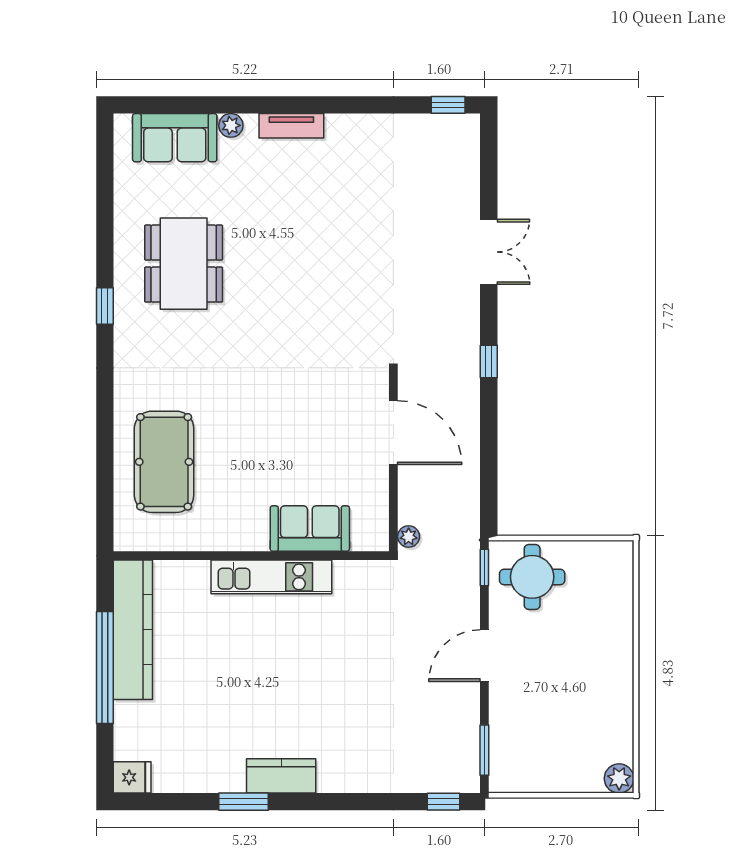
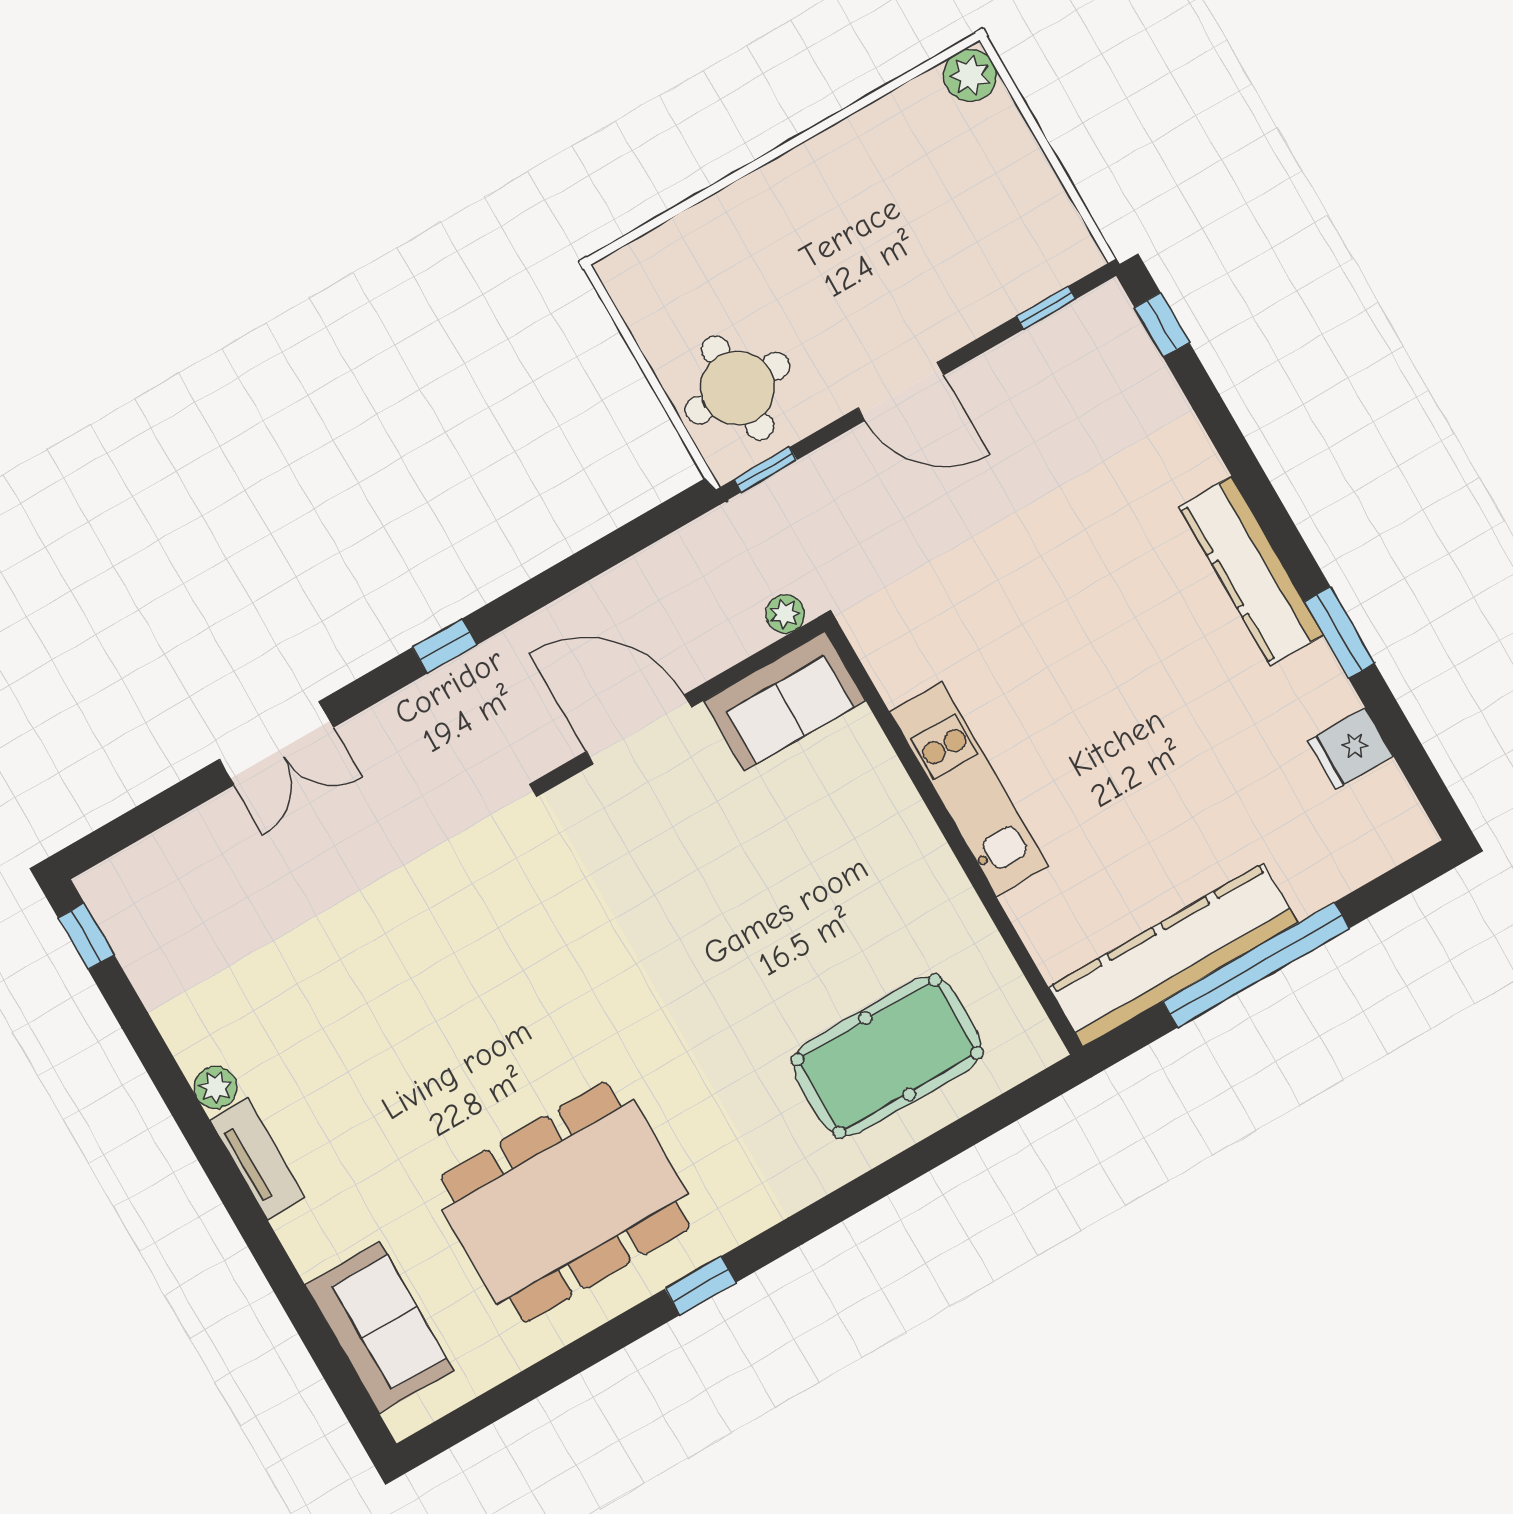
plant: (231, 125) -> (215, 1087), moved
double door: (489, 252) -> (276, 743), swing flipped
dining table: (184, 264) -> (565, 1202), width x1.36, depth x1.24
door: (393, 433) -> (639, 729), hinge flipped
sofa: (310, 529) -> (785, 701), moved, turned -90
window: (484, 750) -> (1046, 308), width x0.67
kitchen counter: (281, 776) -> (1251, 571), width x1.50
fridge: (132, 777) -> (1350, 748), moved, turned -90

